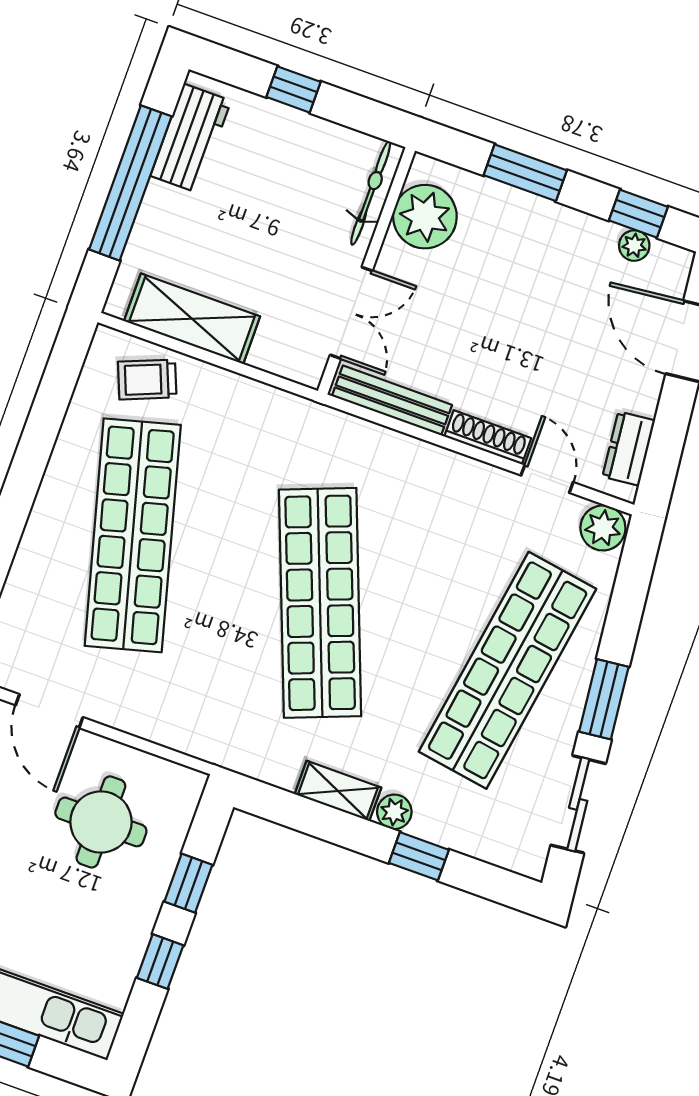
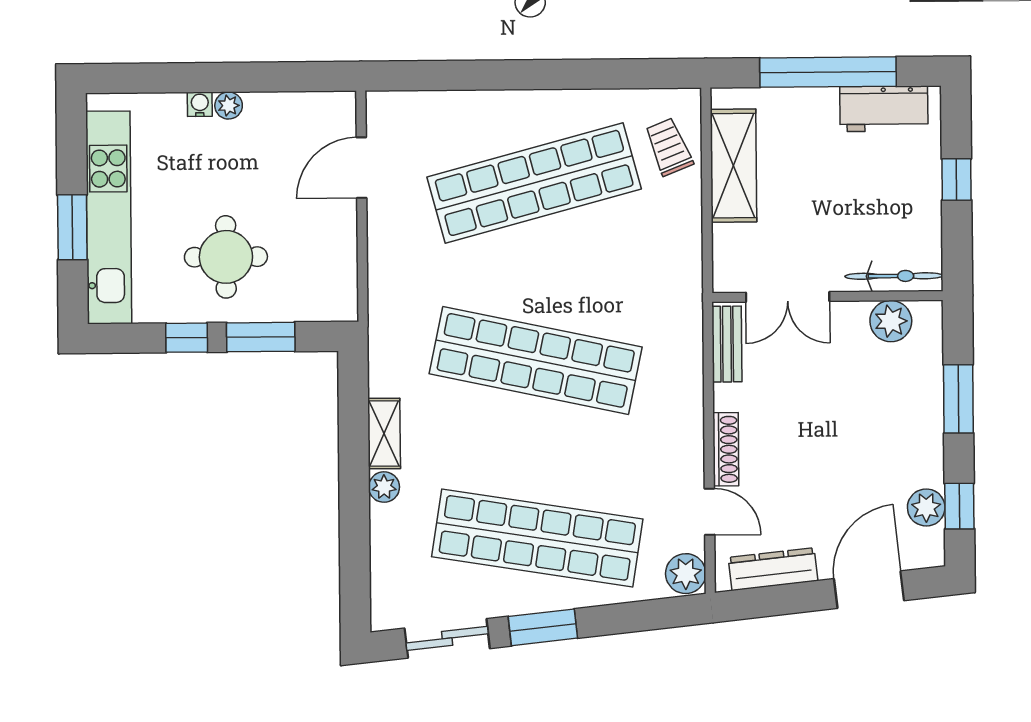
plant: (425, 217) -> (891, 321), width x0.73, depth x0.73
plant: (634, 246) -> (926, 507), width x1.38, depth x1.38
bench: (392, 400) -> (727, 344), width x0.73
dresser: (629, 449) -> (773, 569), width x1.44
door: (547, 479) -> (710, 512), hinge flipped
shop shelf: (320, 603) -> (536, 360), turned 33
round table: (101, 822) -> (226, 257), moved
window: (419, 856) -> (354, 521), removed
window: (188, 883) -> (261, 337), width x1.50

